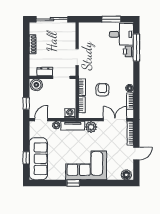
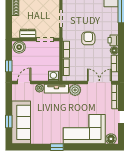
printer: (128, 52) -> (113, 40), moved
armchair: (102, 90) -> (88, 38), moved
corner sofa: (86, 165) -> (84, 129), moved

